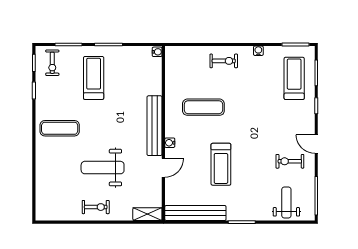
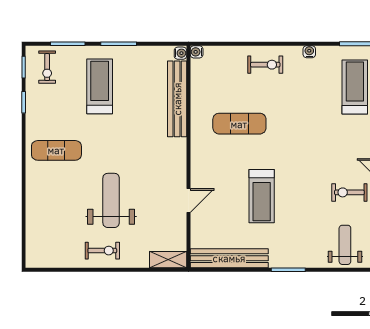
bench: (155, 126) -> (177, 99), moved
water cooler: (170, 143) -> (197, 52), moved
weight bench: (103, 168) -> (111, 200), turned 90

